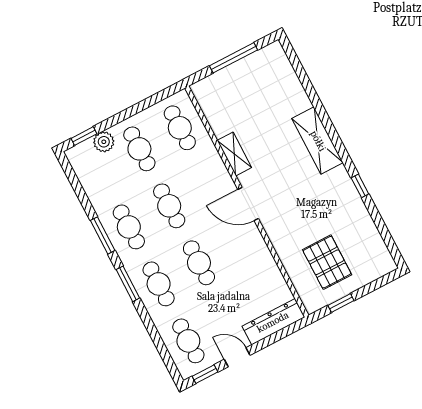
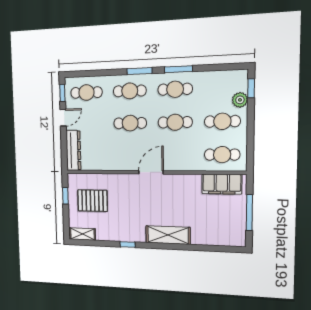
filing cabinet: (216, 109) -> (222, 184), added
shelving: (234, 154) -> (82, 234), moved

